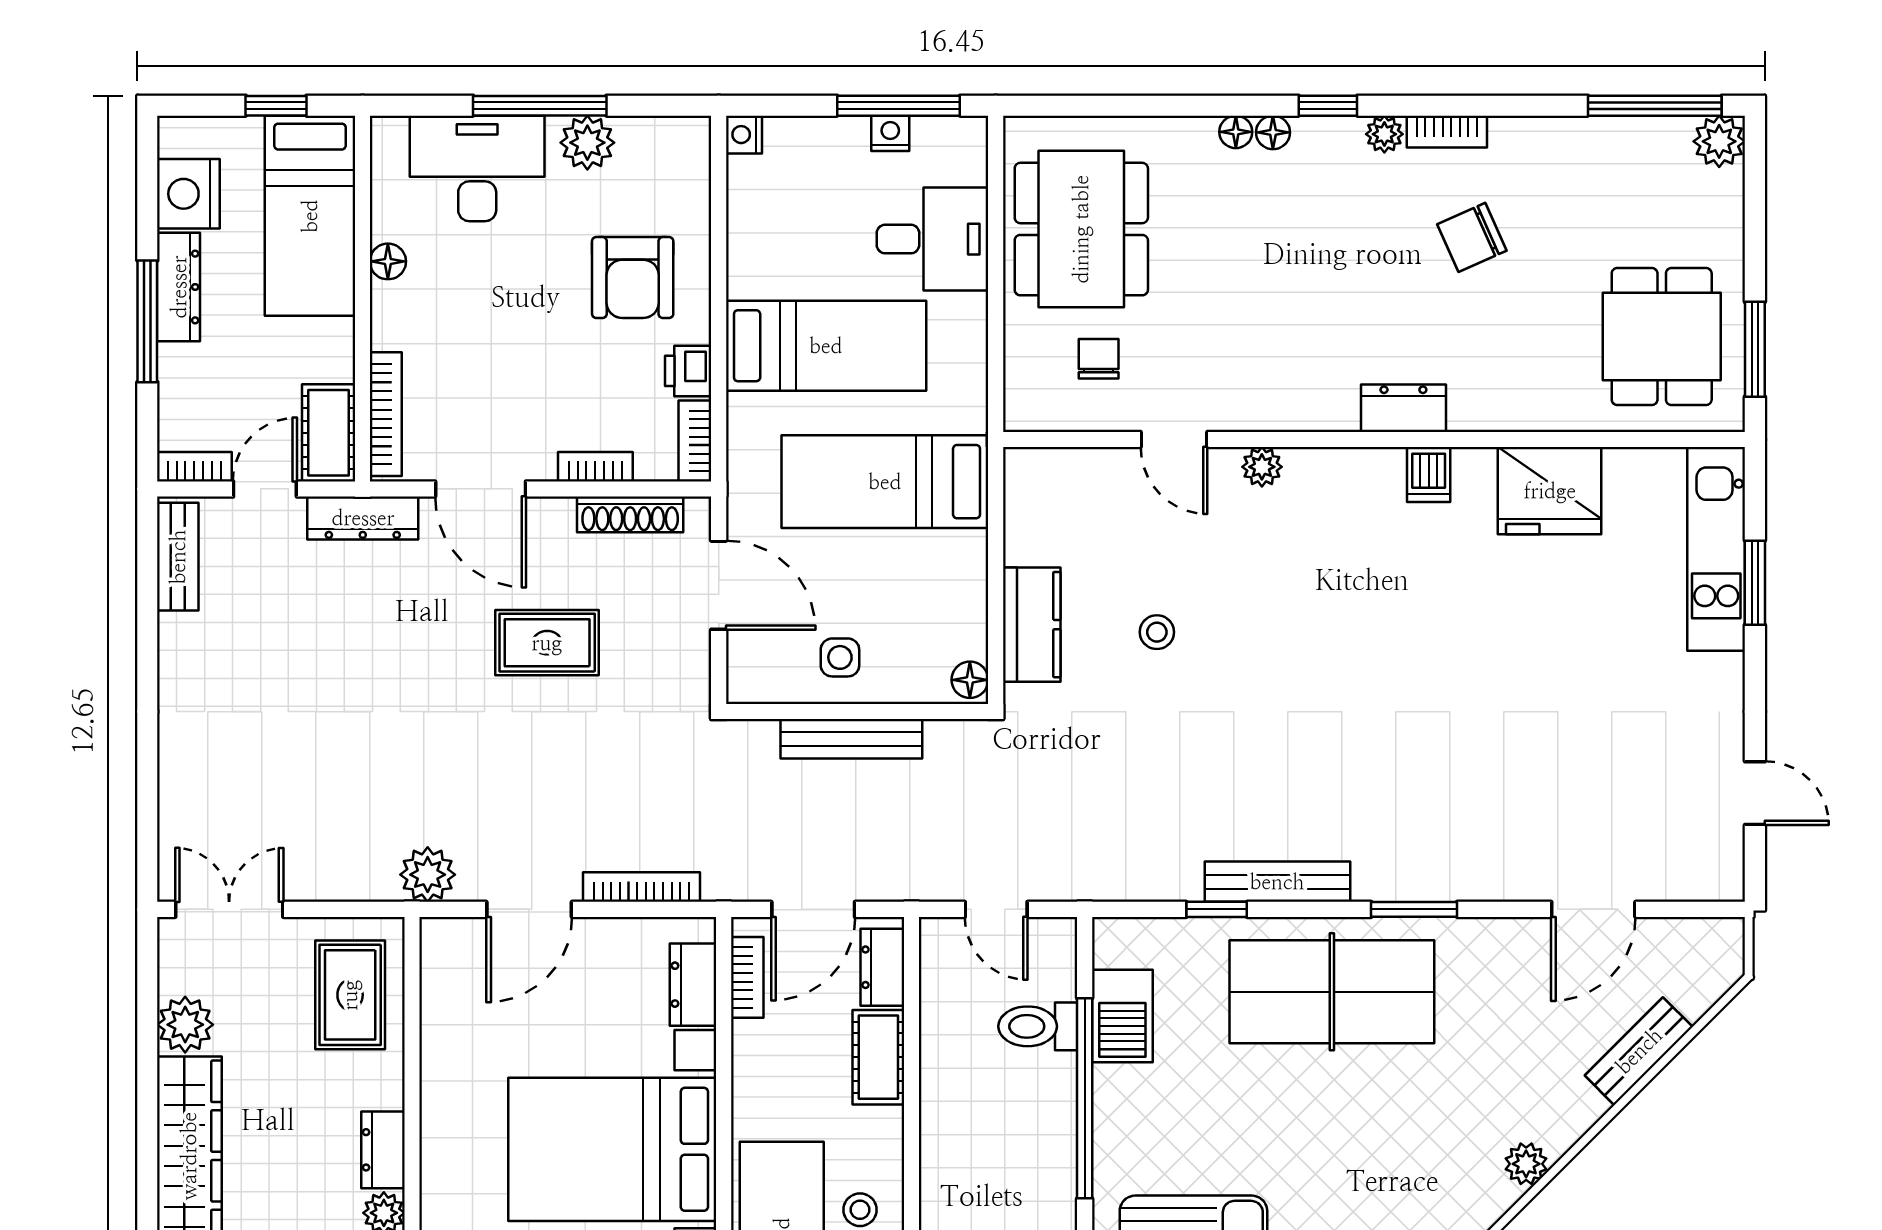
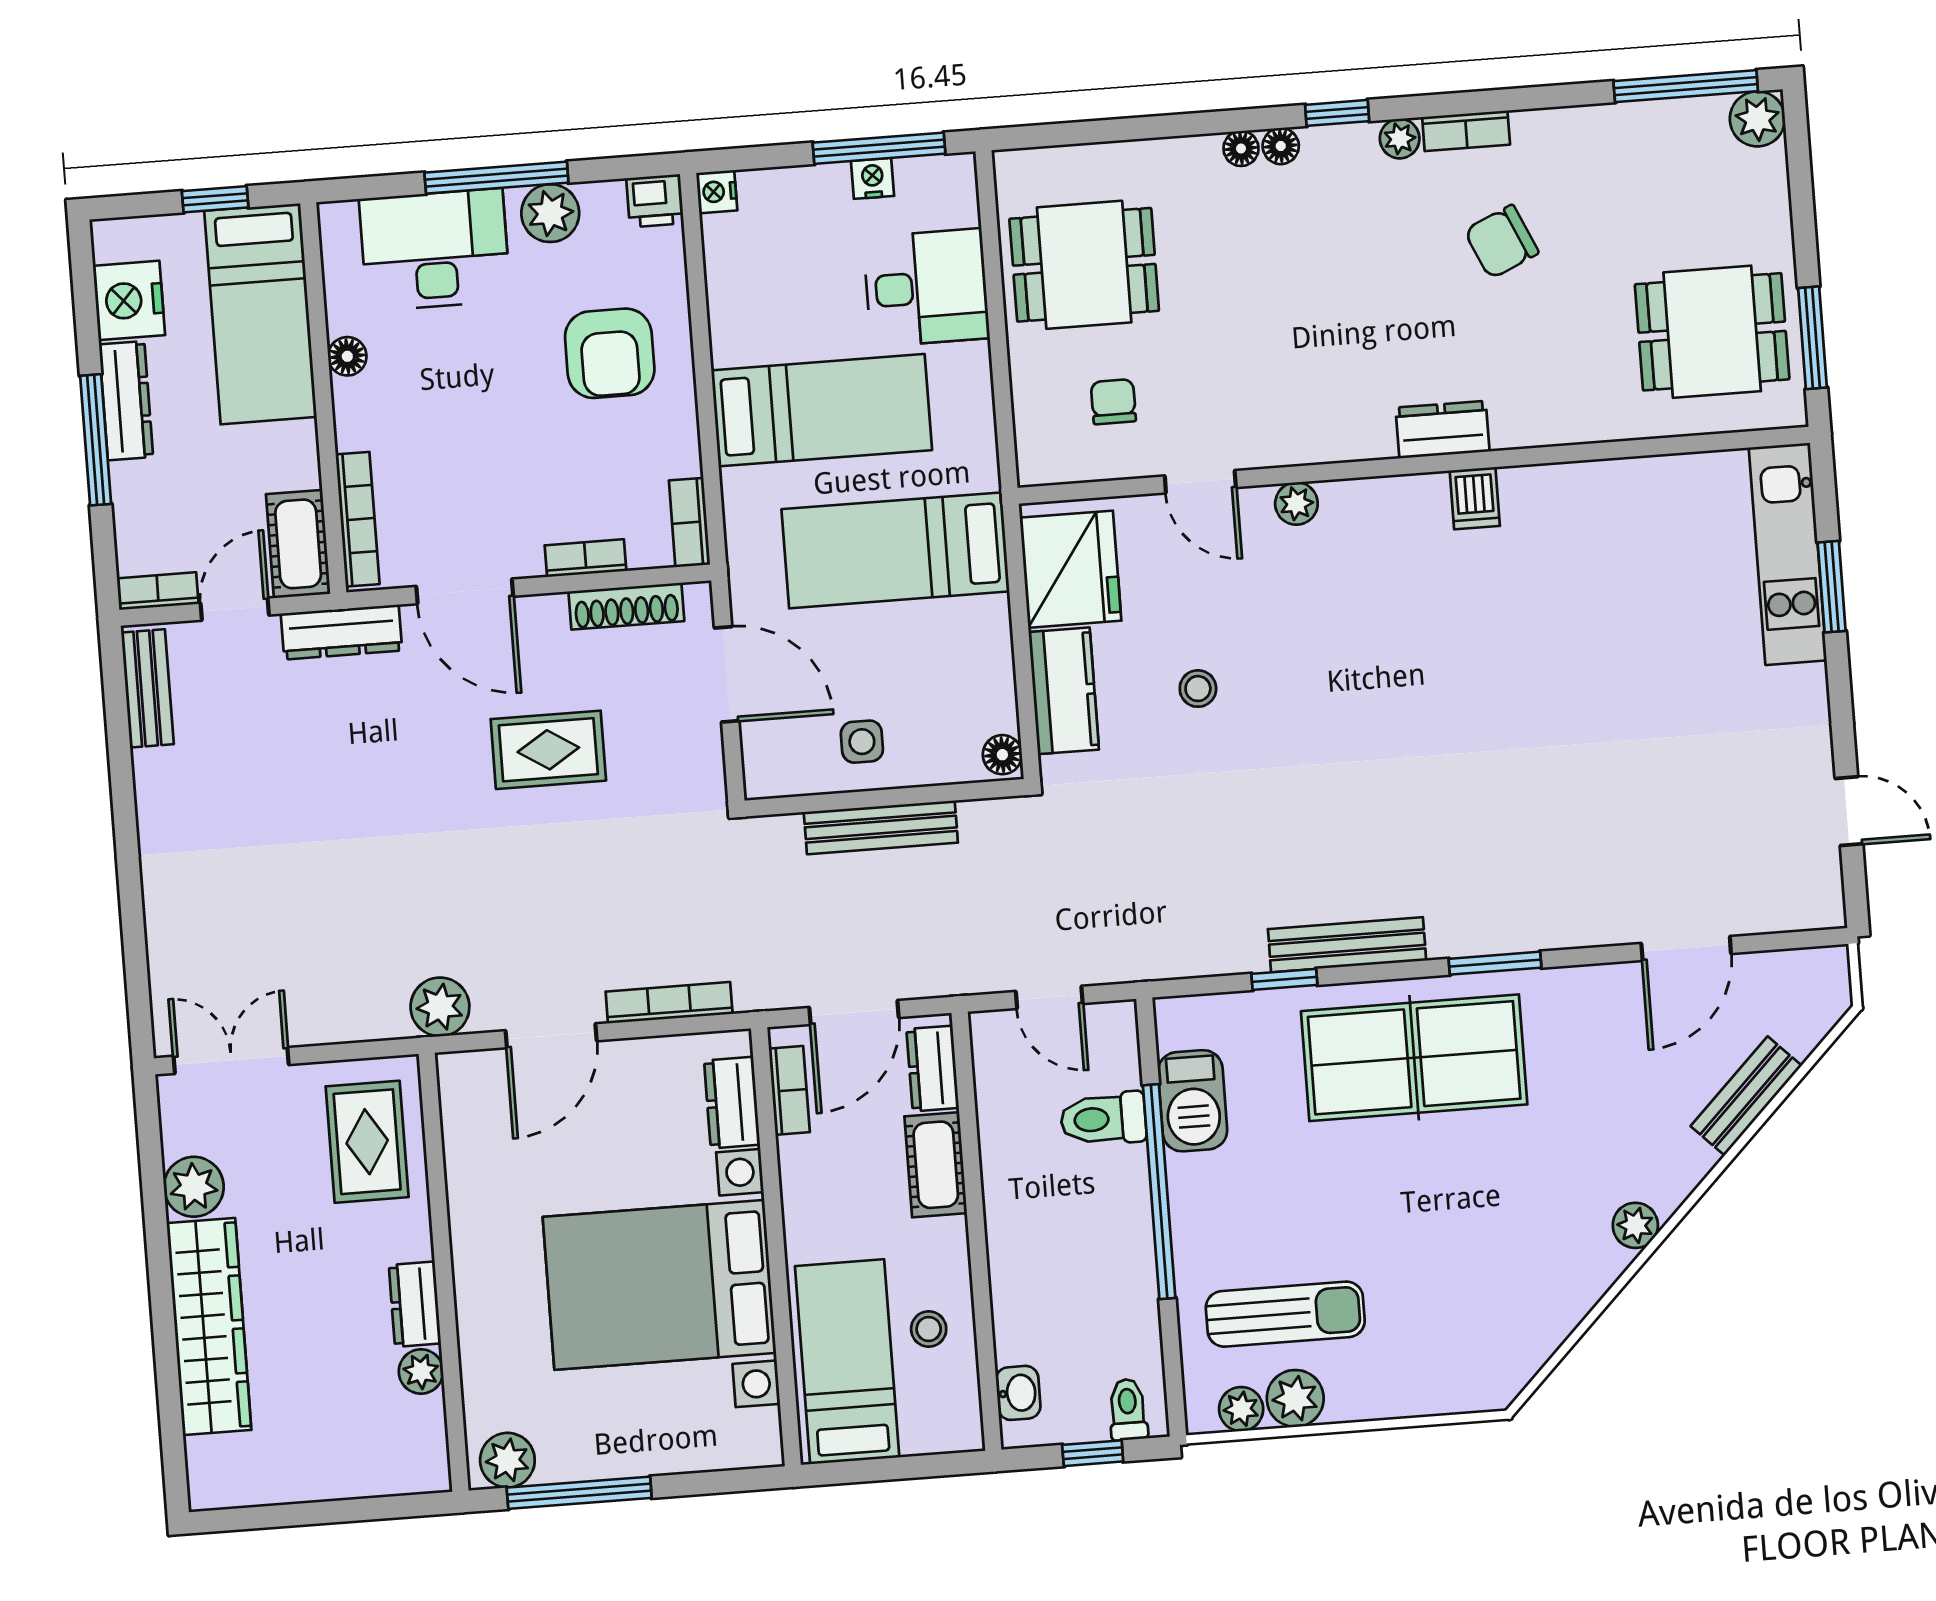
dining table: (1081, 229) -> (1084, 265), width x0.73
dining table: (1662, 337) -> (1712, 332), turned 90
printer: (688, 371) -> (655, 201), moved, turned -90
fridge: (1550, 491) -> (1071, 569), moved, turned -90

